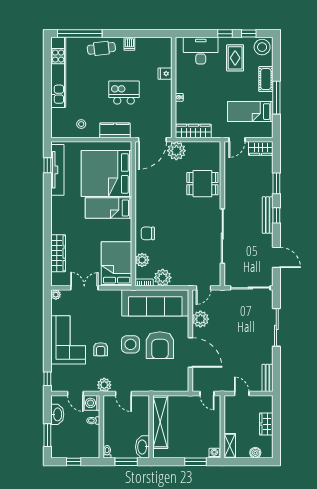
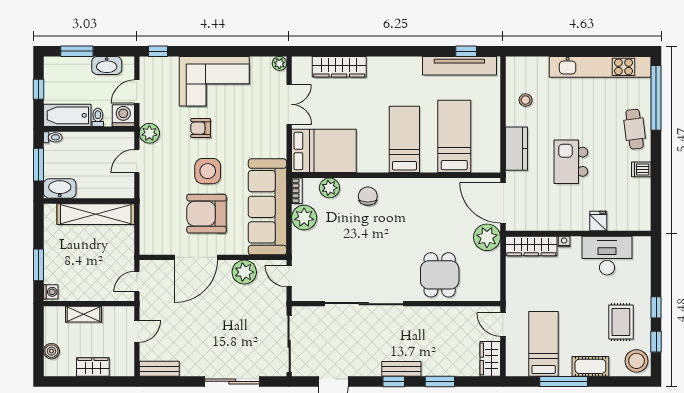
desk: (201, 51) -> (607, 256), moved, turned -90
rug: (235, 58) -> (621, 322), turned 90
kitchen island: (124, 93) -> (571, 162), turned 180
wardrobe: (193, 131) -> (531, 246), moved, turned 90
bed: (106, 173) -> (454, 136), width x0.49
bench: (268, 215) -> (401, 369), width x0.73
bathtub: (92, 442) -> (67, 115), added
shelving: (230, 446) -> (84, 314), moved

